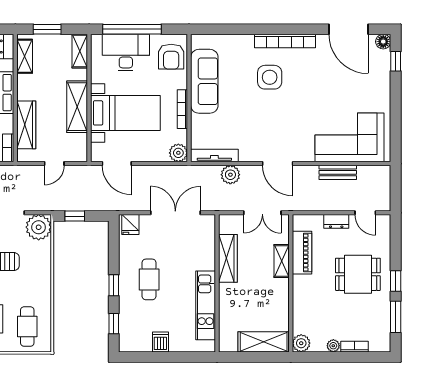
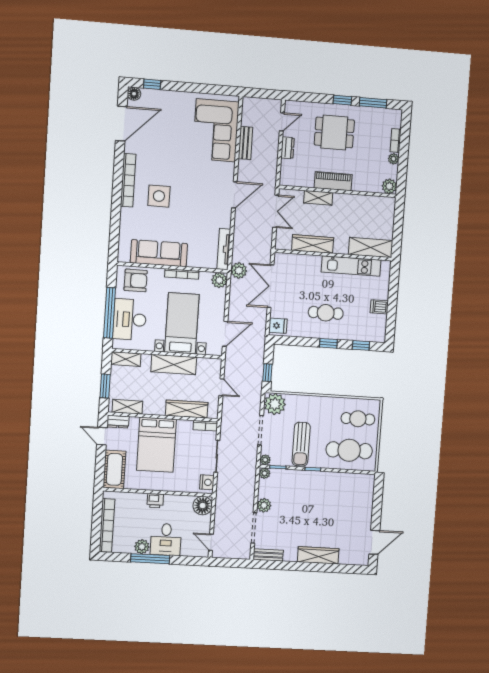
plant: (230, 175) -> (239, 271), moved
piano: (302, 253) -> (333, 181), moved
dining table: (358, 274) -> (334, 133), turned 90
shelving: (264, 342) -> (371, 247), moved, turned 90

